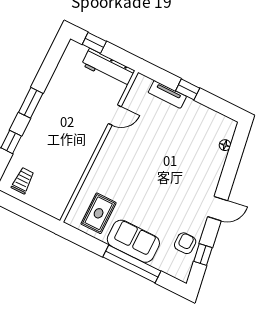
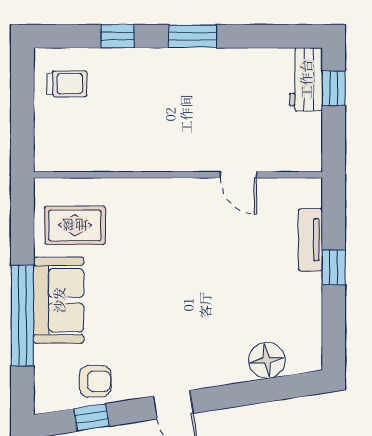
workbench: (108, 68) -> (306, 79), moved, width x0.73
floor lamp: (225, 145) -> (267, 360), width x1.89, depth x1.89

